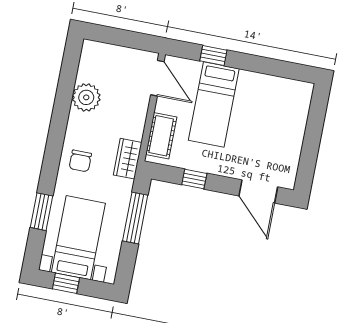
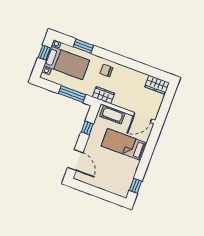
window: (213, 56) -> (136, 186), moved
wardrobe: (91, 61) -> (157, 85), added
plant: (86, 97) -> (139, 79), removed
door: (258, 191) -> (75, 160), swing flipped

